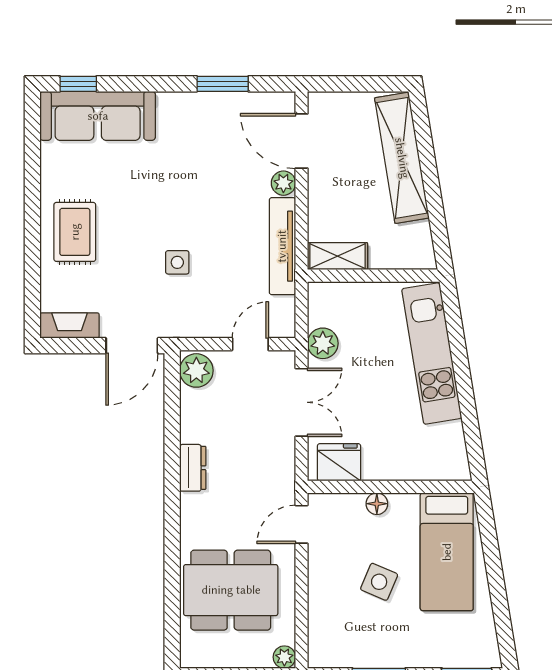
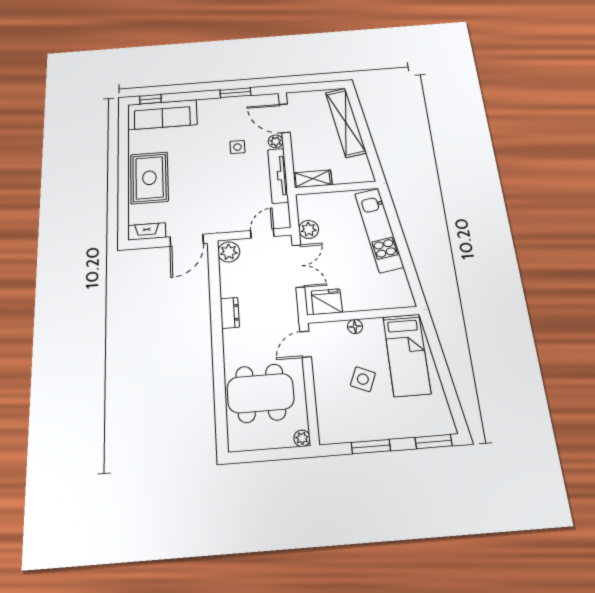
rug: (75, 232) -> (149, 178), width x1.36, depth x1.43
side table: (177, 262) -> (237, 147), moved

